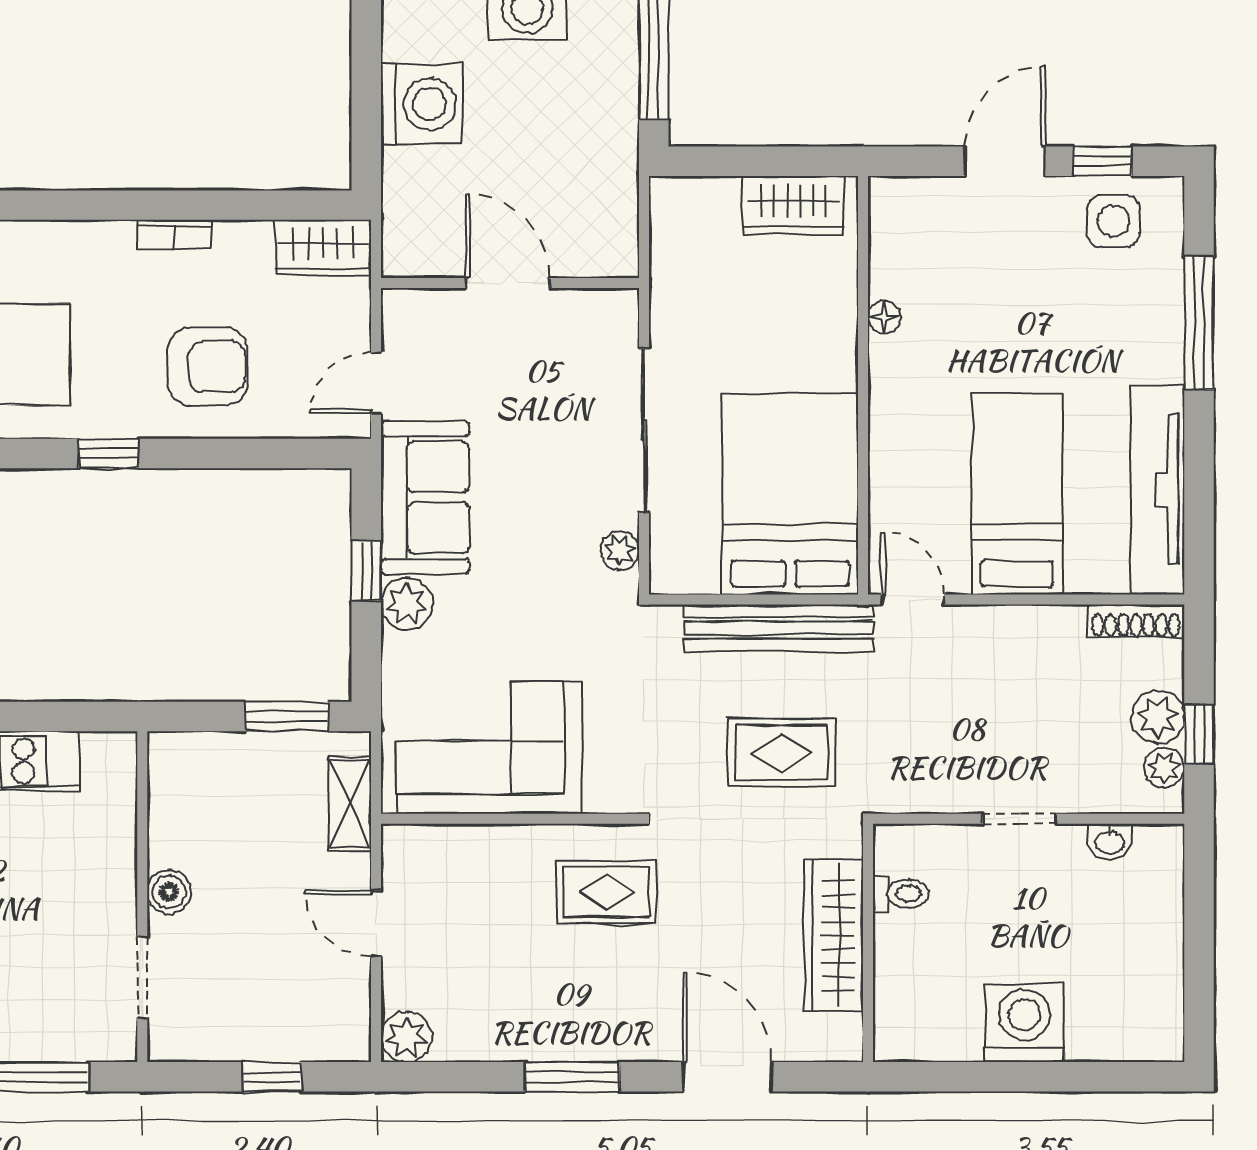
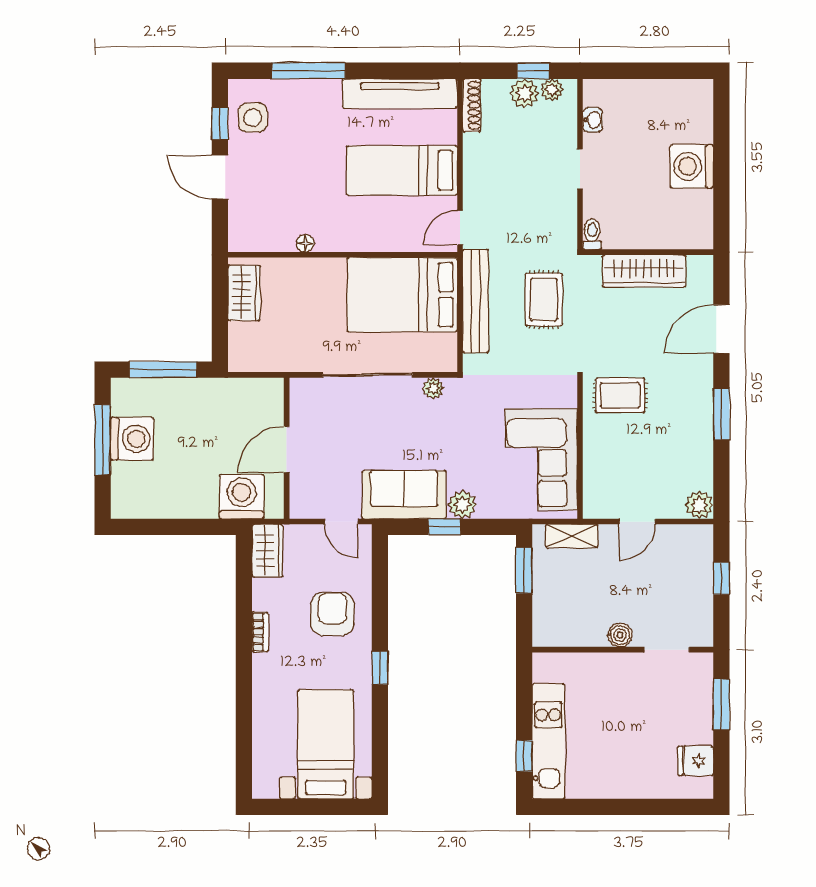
washing machine: (422, 104) -> (241, 497), moved
rug: (606, 892) -> (620, 395), turned 90
toilet: (901, 894) -> (592, 234), moved

